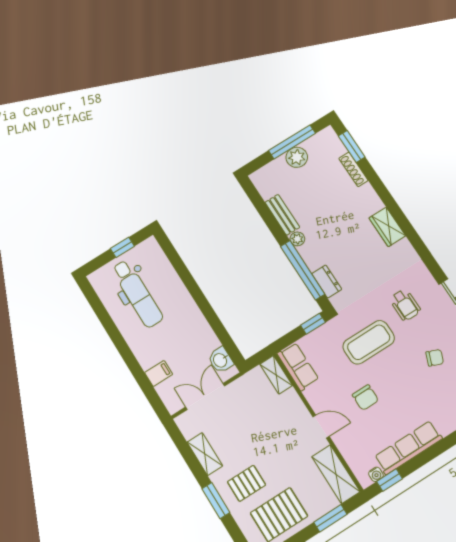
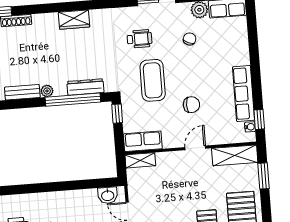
dresser: (327, 281) -> (85, 87), width x1.44

